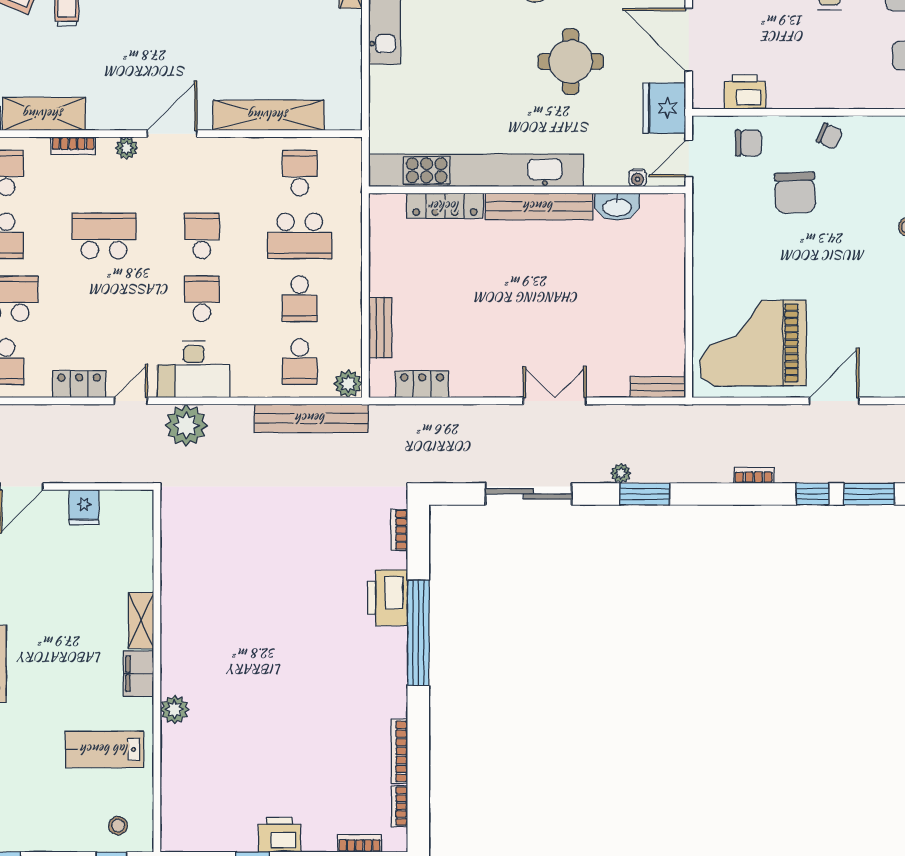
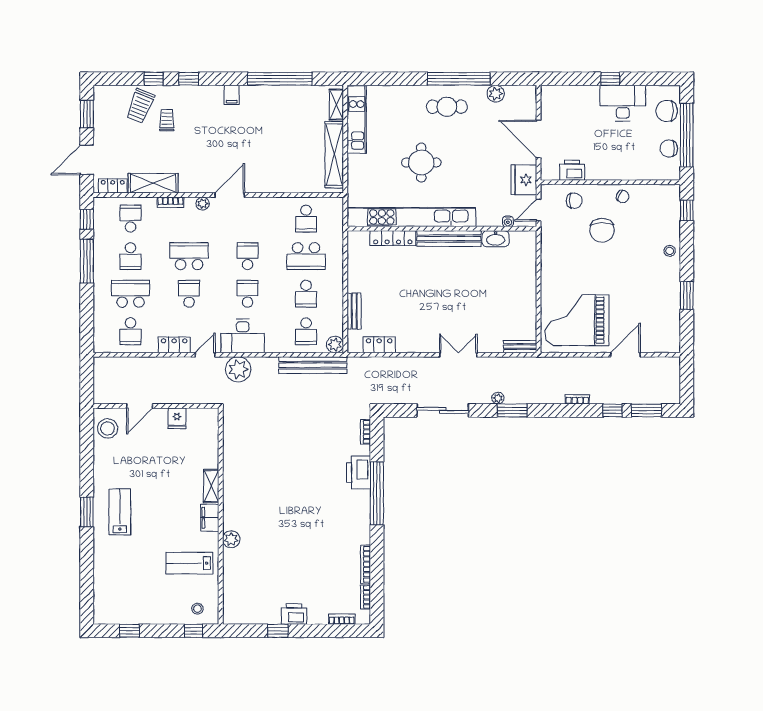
round table: (571, 61) -> (421, 163), moved
shelving: (269, 115) -> (334, 155), moved, turned 90
school desk: (300, 173) -> (306, 219), turned 180
school desk: (104, 299) -> (189, 294), added

